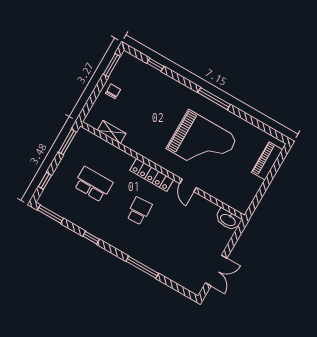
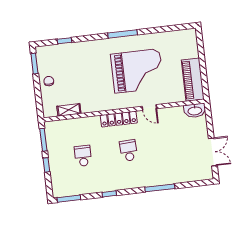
piano: (267, 161) -> (193, 80), moved, width x1.37, depth x1.33
window: (45, 181) -> (46, 165), moved
school desk: (93, 184) -> (83, 156), width x0.54

